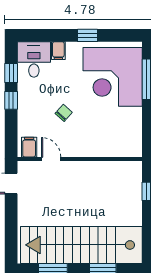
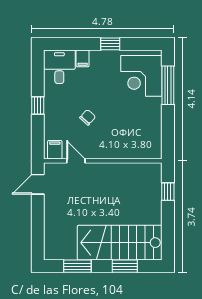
window: (11, 73) -> (38, 79), removed
corner desk: (113, 77) -> (141, 76), width x0.74, depth x0.74
stairs: (81, 245) -> (120, 243), width x0.73

